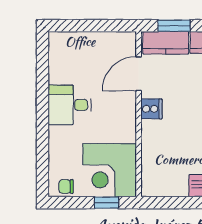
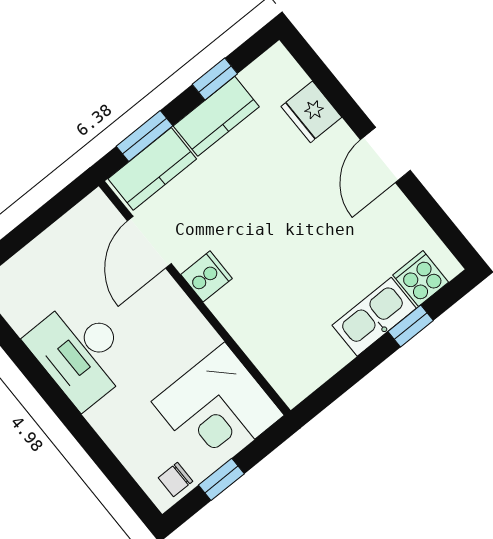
desk: (70, 105) -> (81, 352), width x1.37
window: (107, 203) -> (221, 479), moved

